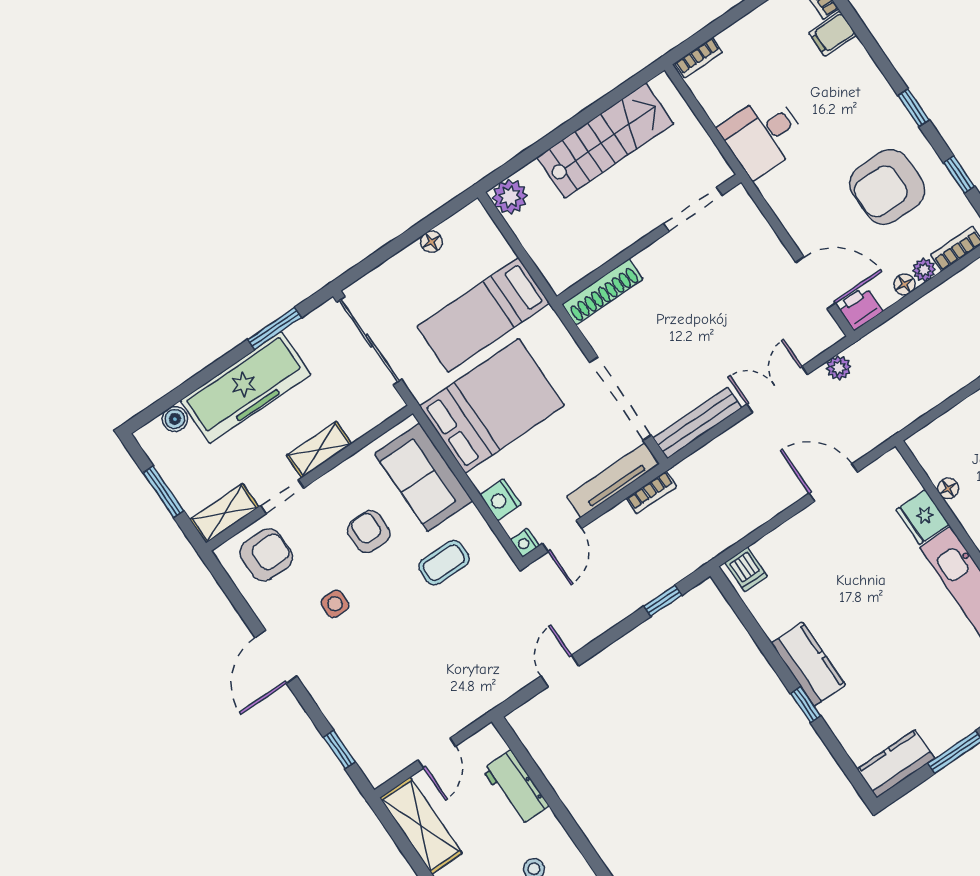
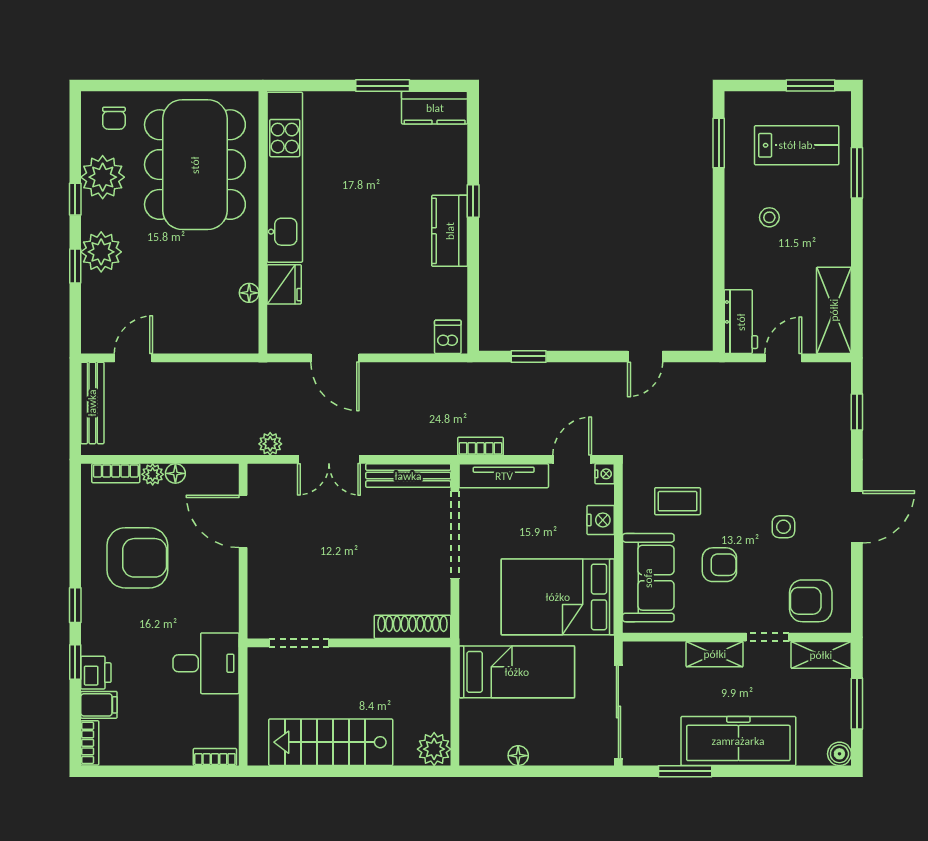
window: (959, 174) -> (75, 662), moved
printer: (860, 308) -> (96, 673), moved, turned -90
boiler: (175, 419) -> (839, 754), moved
armchair: (369, 532) -> (719, 565), turned -90
workbench: (516, 788) -> (741, 322), moved

